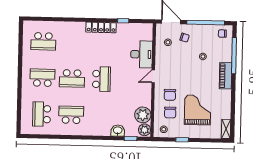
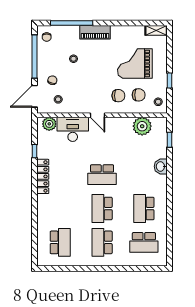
school desk: (72, 78) -> (102, 209), turned 180
school desk: (101, 79) -> (102, 175), turned 180
plant: (145, 130) -> (49, 124), moved
washbasin: (118, 131) -> (161, 166), moved

